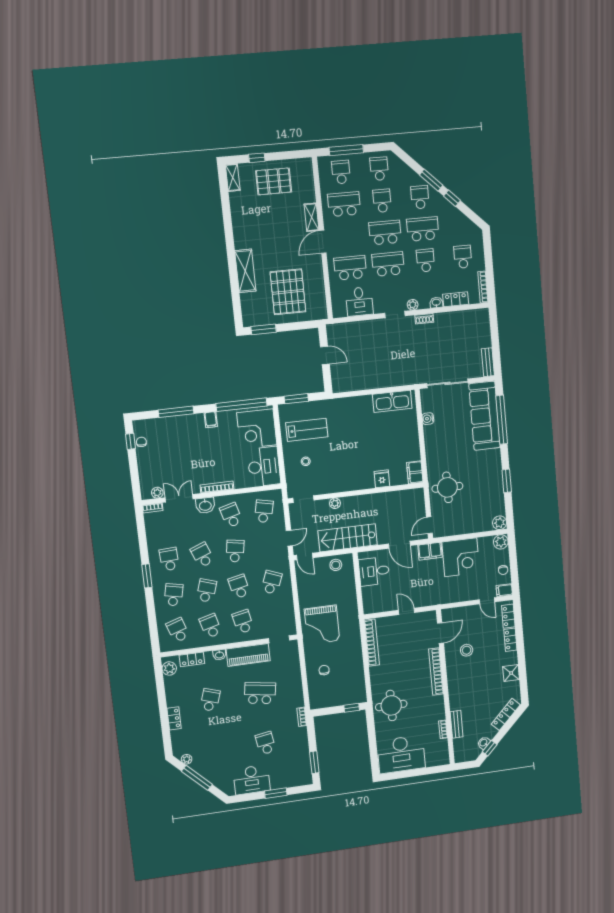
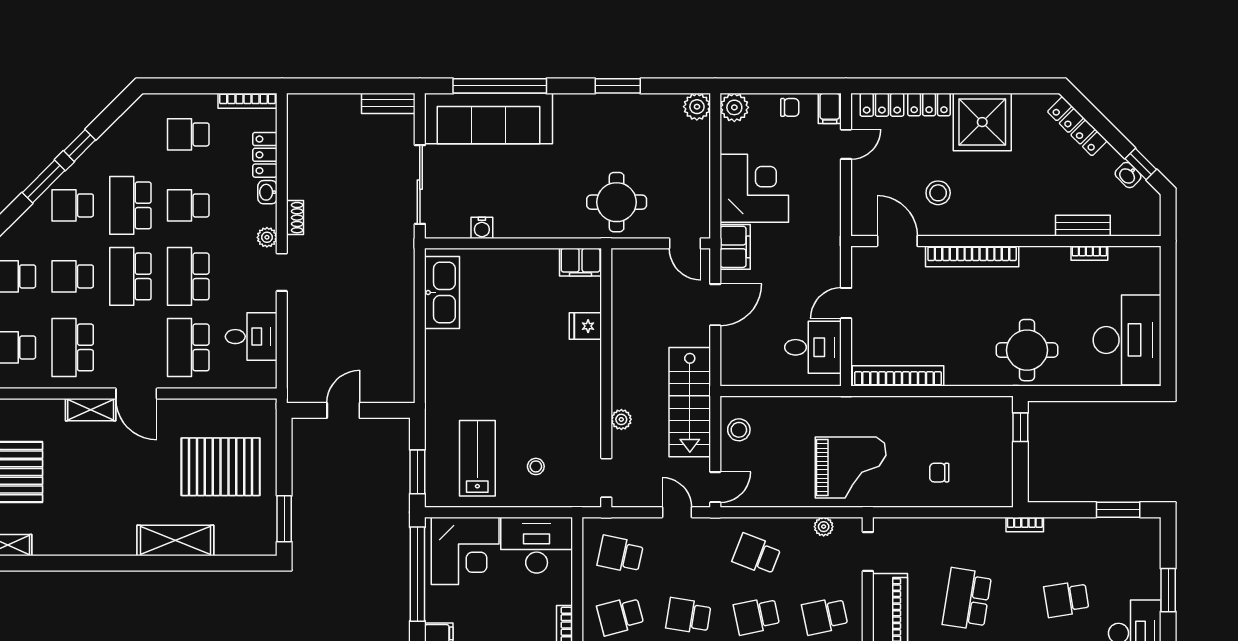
desk: (374, 571) -> (813, 347), moved, turned -90
plant: (290, 615) -> (824, 527), added
shower: (511, 673) -> (982, 122), width x1.86, depth x1.86

